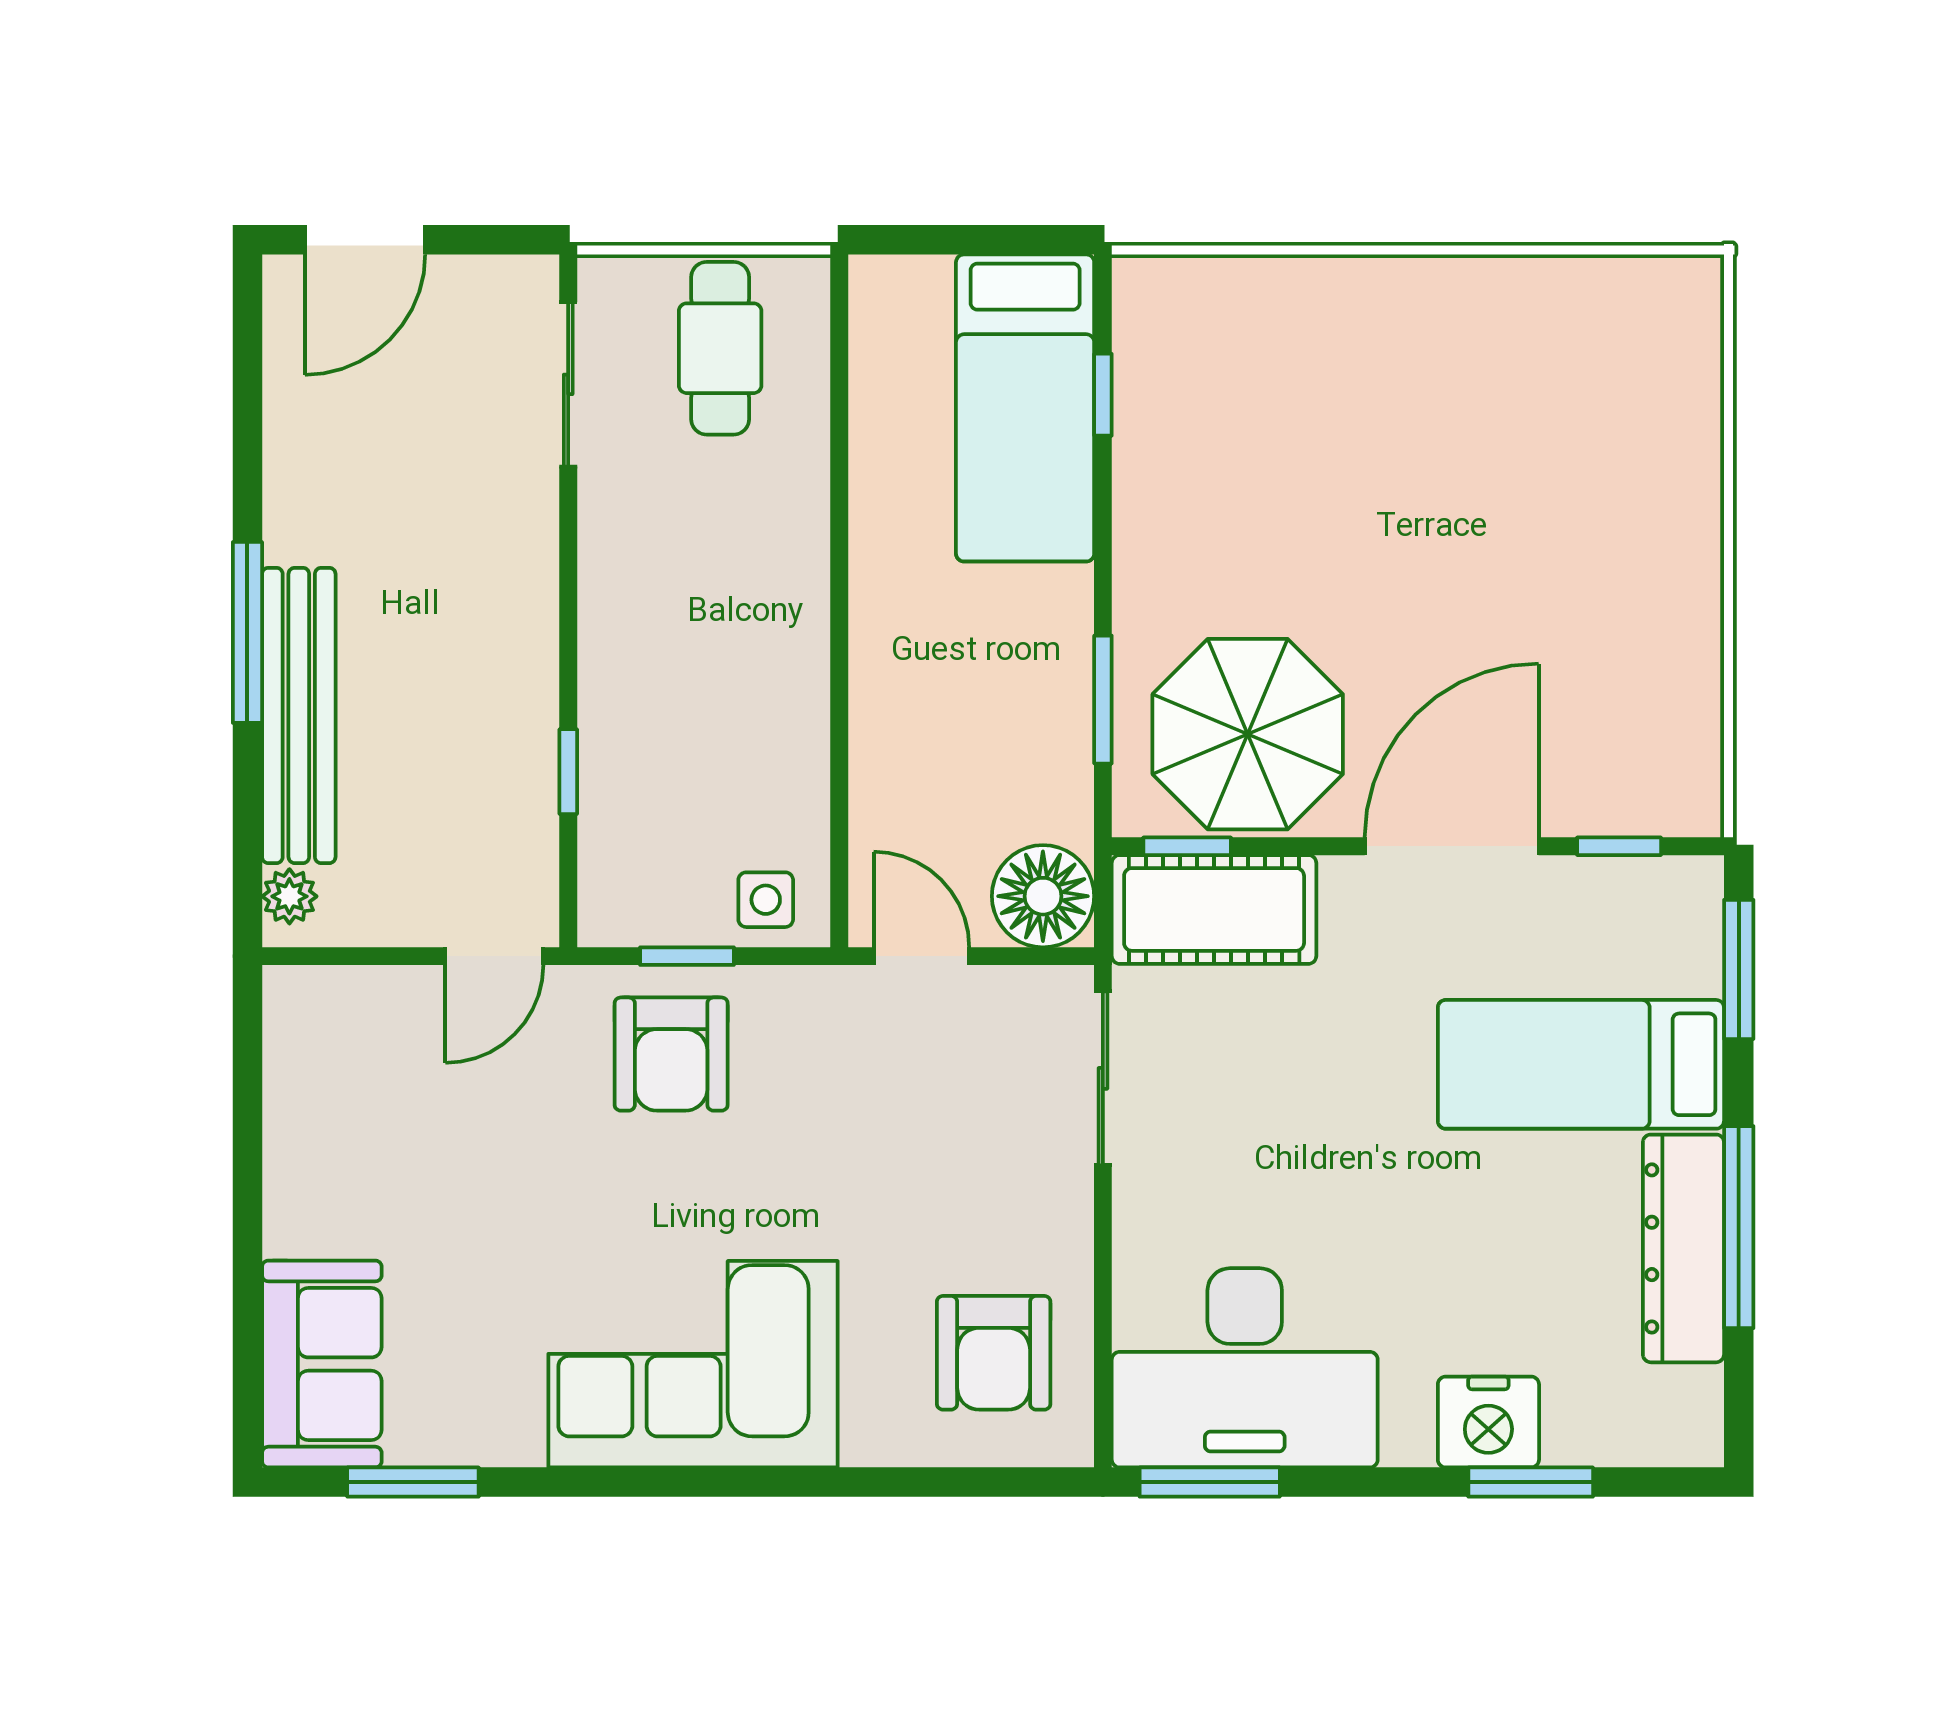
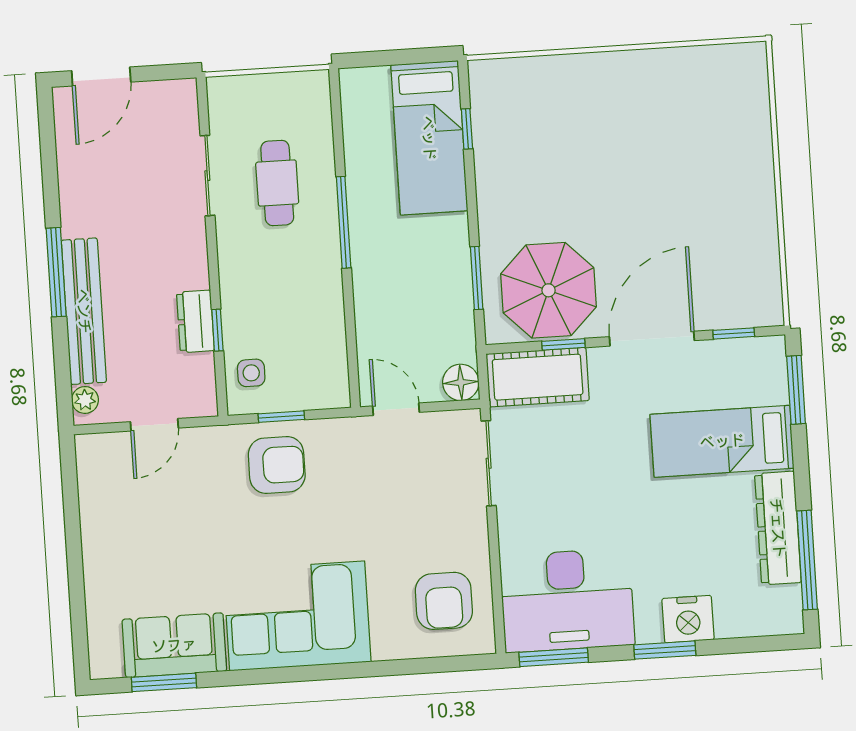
cafe table: (720, 348) -> (277, 183), moved
sliding door: (568, 384) -> (207, 176), moved
window: (839, 569) -> (344, 222), added
dresser: (525, 751) -> (195, 321), added
window: (1187, 846) -> (563, 344), moved
floor lamp: (1043, 896) -> (461, 382), width x0.73, depth x0.73
side table: (766, 900) -> (251, 373), moved
door: (494, 956) -> (154, 425), moved
armchair: (671, 1054) -> (277, 465), turned -90
window: (1739, 1227) -> (807, 560), moved
sofa: (322, 1364) -> (174, 645), moved, turned -90
window: (1531, 1482) -> (665, 650), moved

